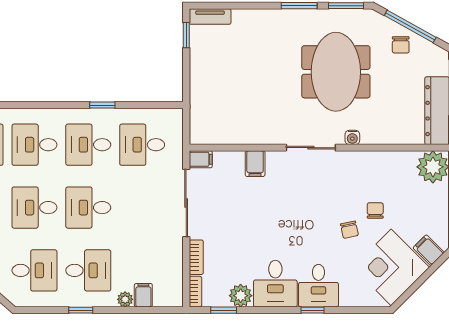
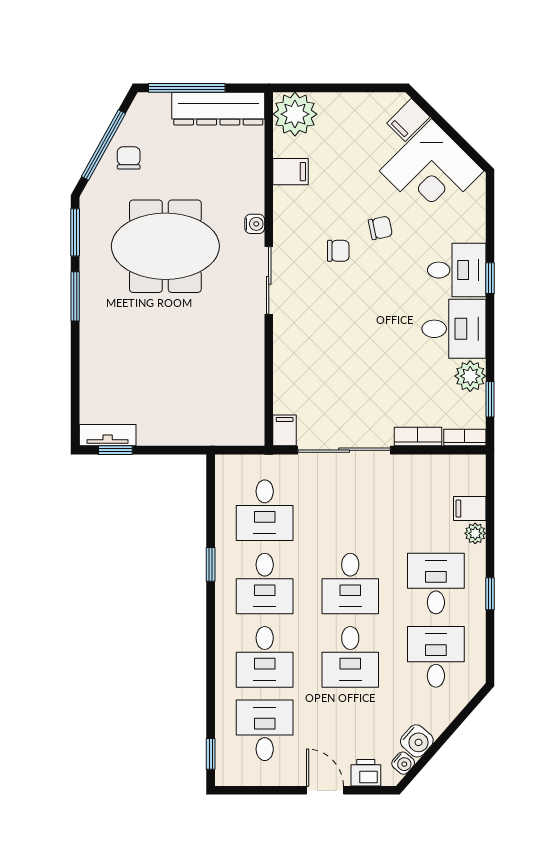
tv unit: (210, 17) -> (108, 435), moved, turned -90
chair: (401, 45) -> (129, 158), turned -90
filing cabinet: (255, 164) -> (290, 172), moved
chair: (375, 210) -> (338, 251), moved, turned 180

